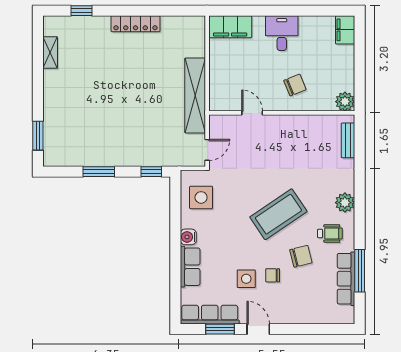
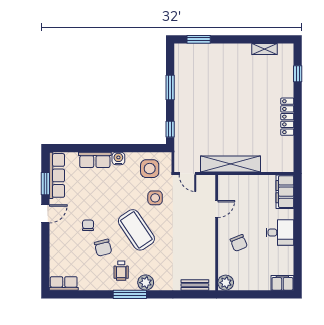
window: (360, 271) -> (130, 294), moved
side table: (246, 279) -> (155, 198), moved
row of seats: (346, 279) -> (64, 283), moved, width x0.68

